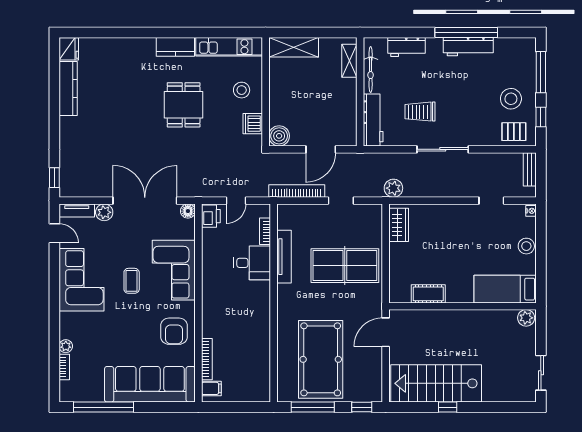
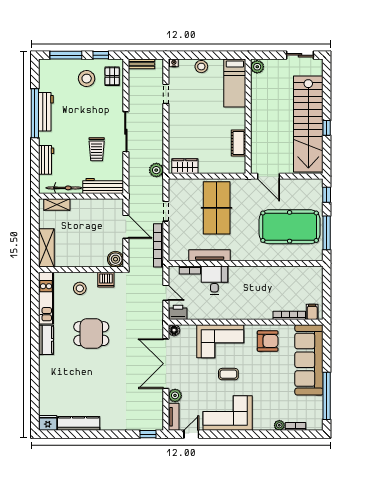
stairs: (436, 383) -> (308, 124), width x1.36

